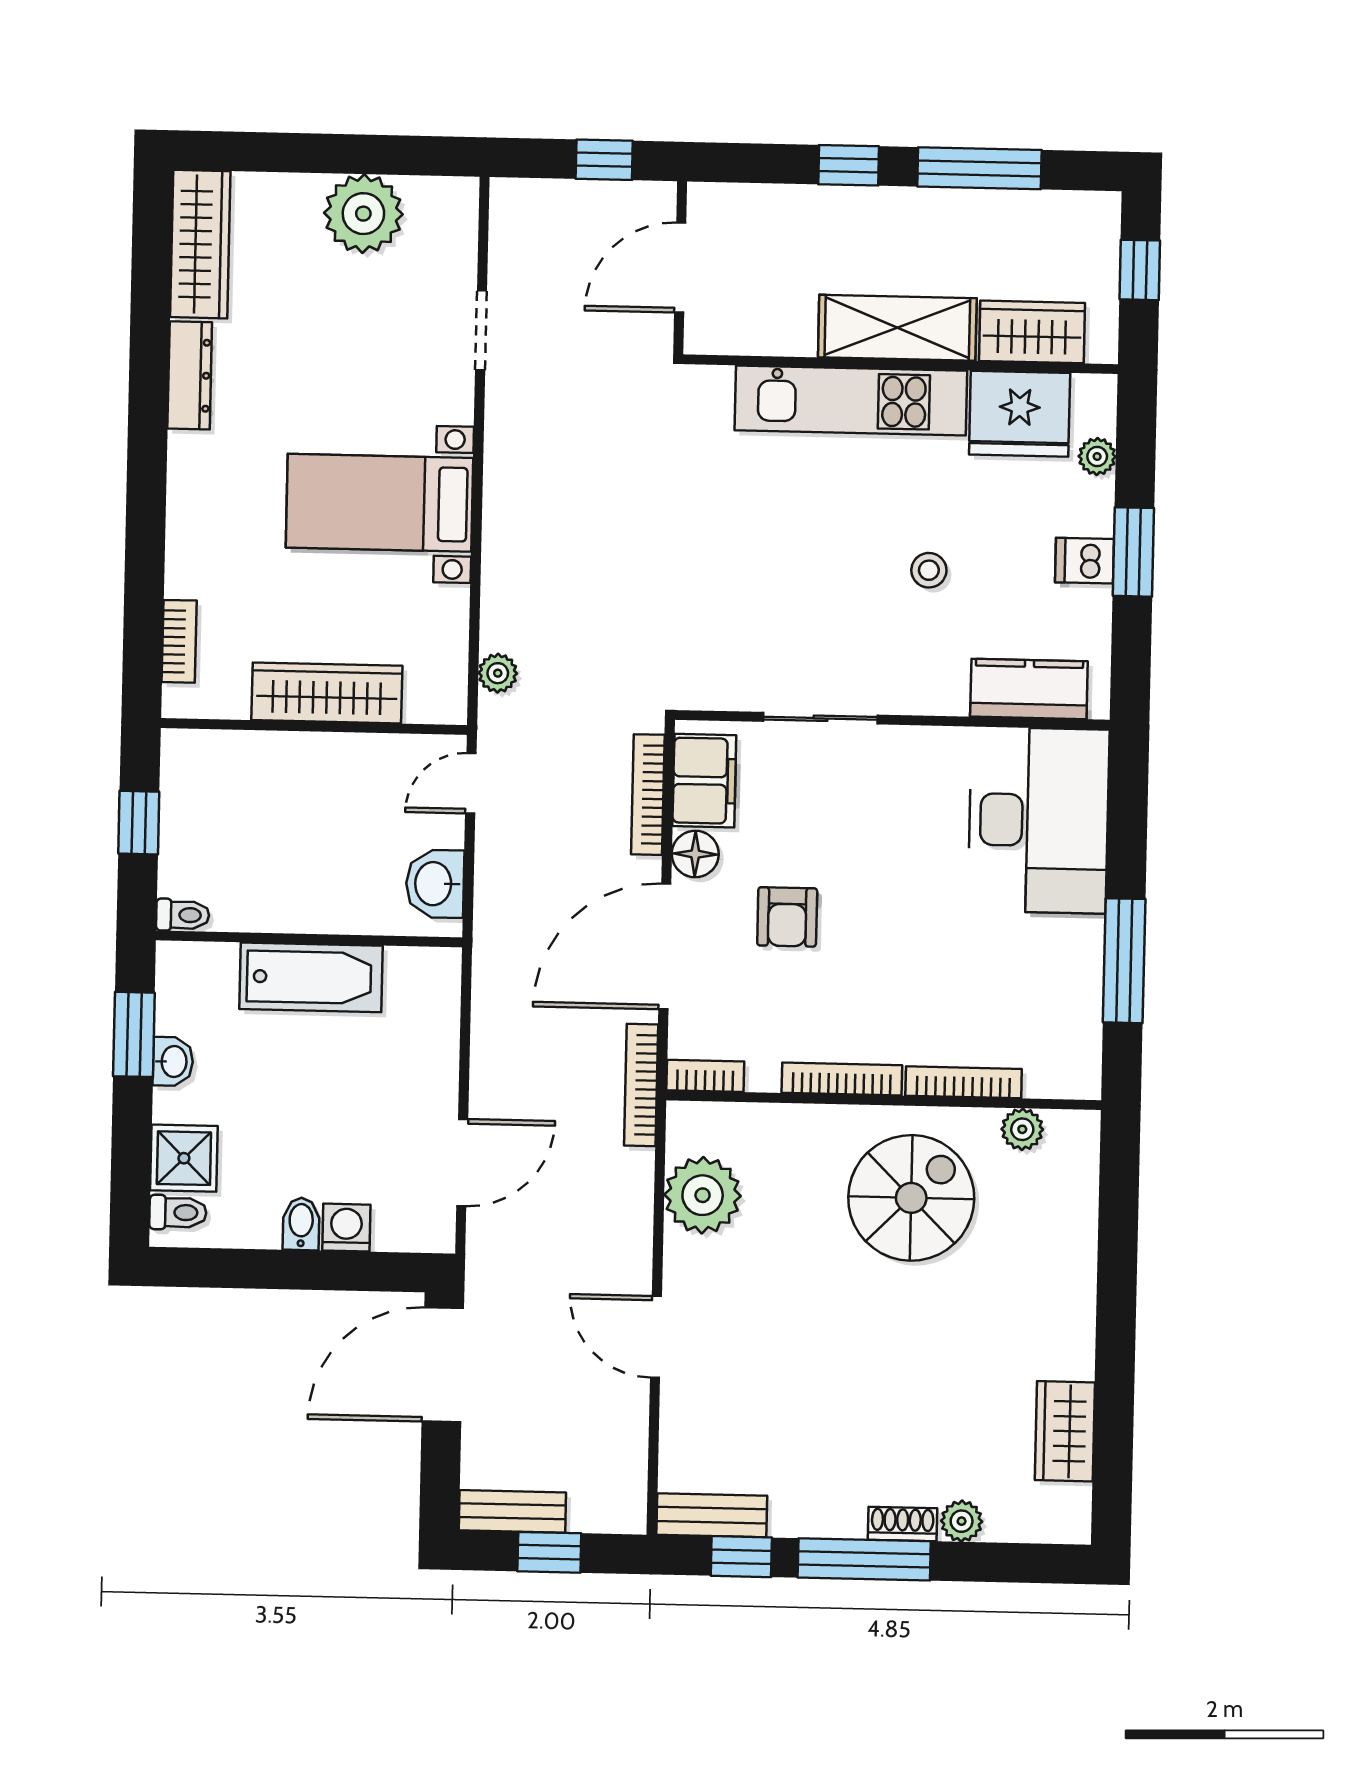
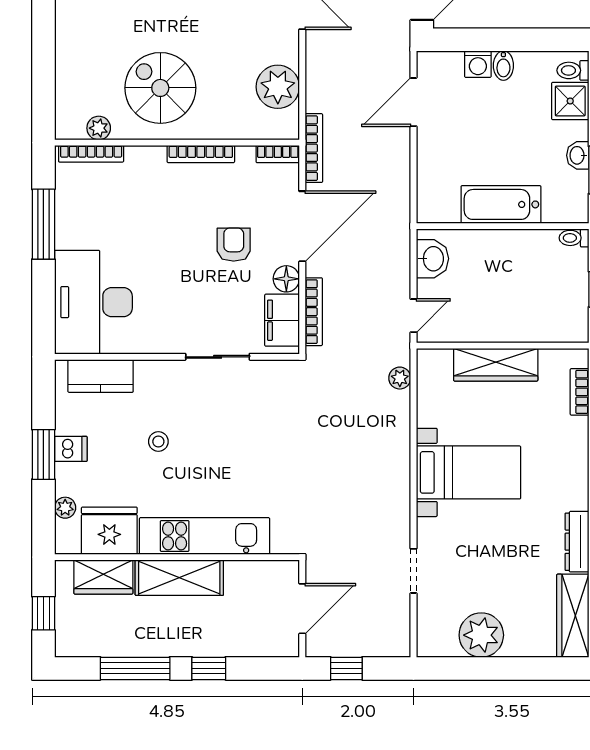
bookcase: (964, 1082) -> (91, 154), moved
spiral stairs: (911, 1198) -> (160, 88), turned 90

